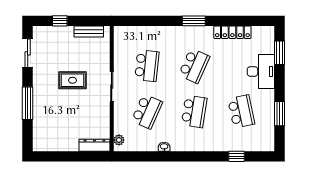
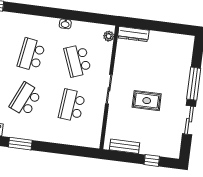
sliding door: (28, 53) -> (189, 120), moved
school desk: (147, 111) -> (78, 61), turned -45

